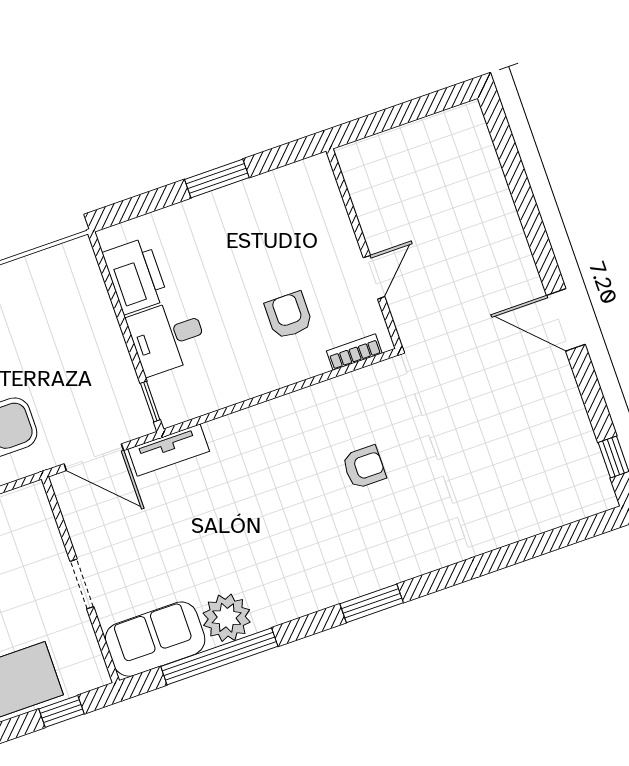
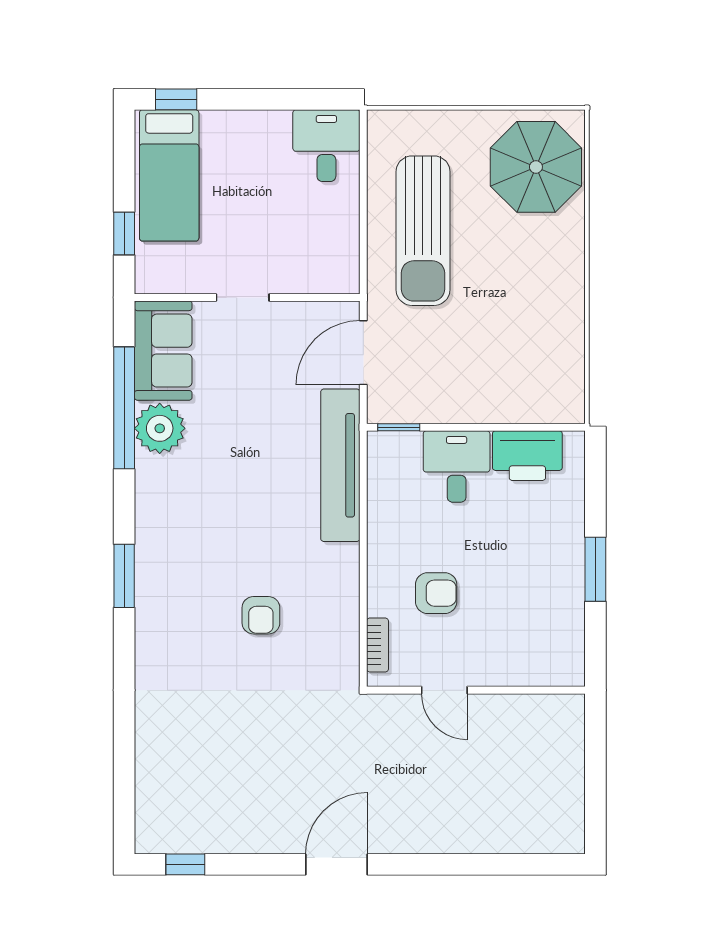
tv unit: (169, 450) -> (340, 465), width x1.92, depth x1.29

